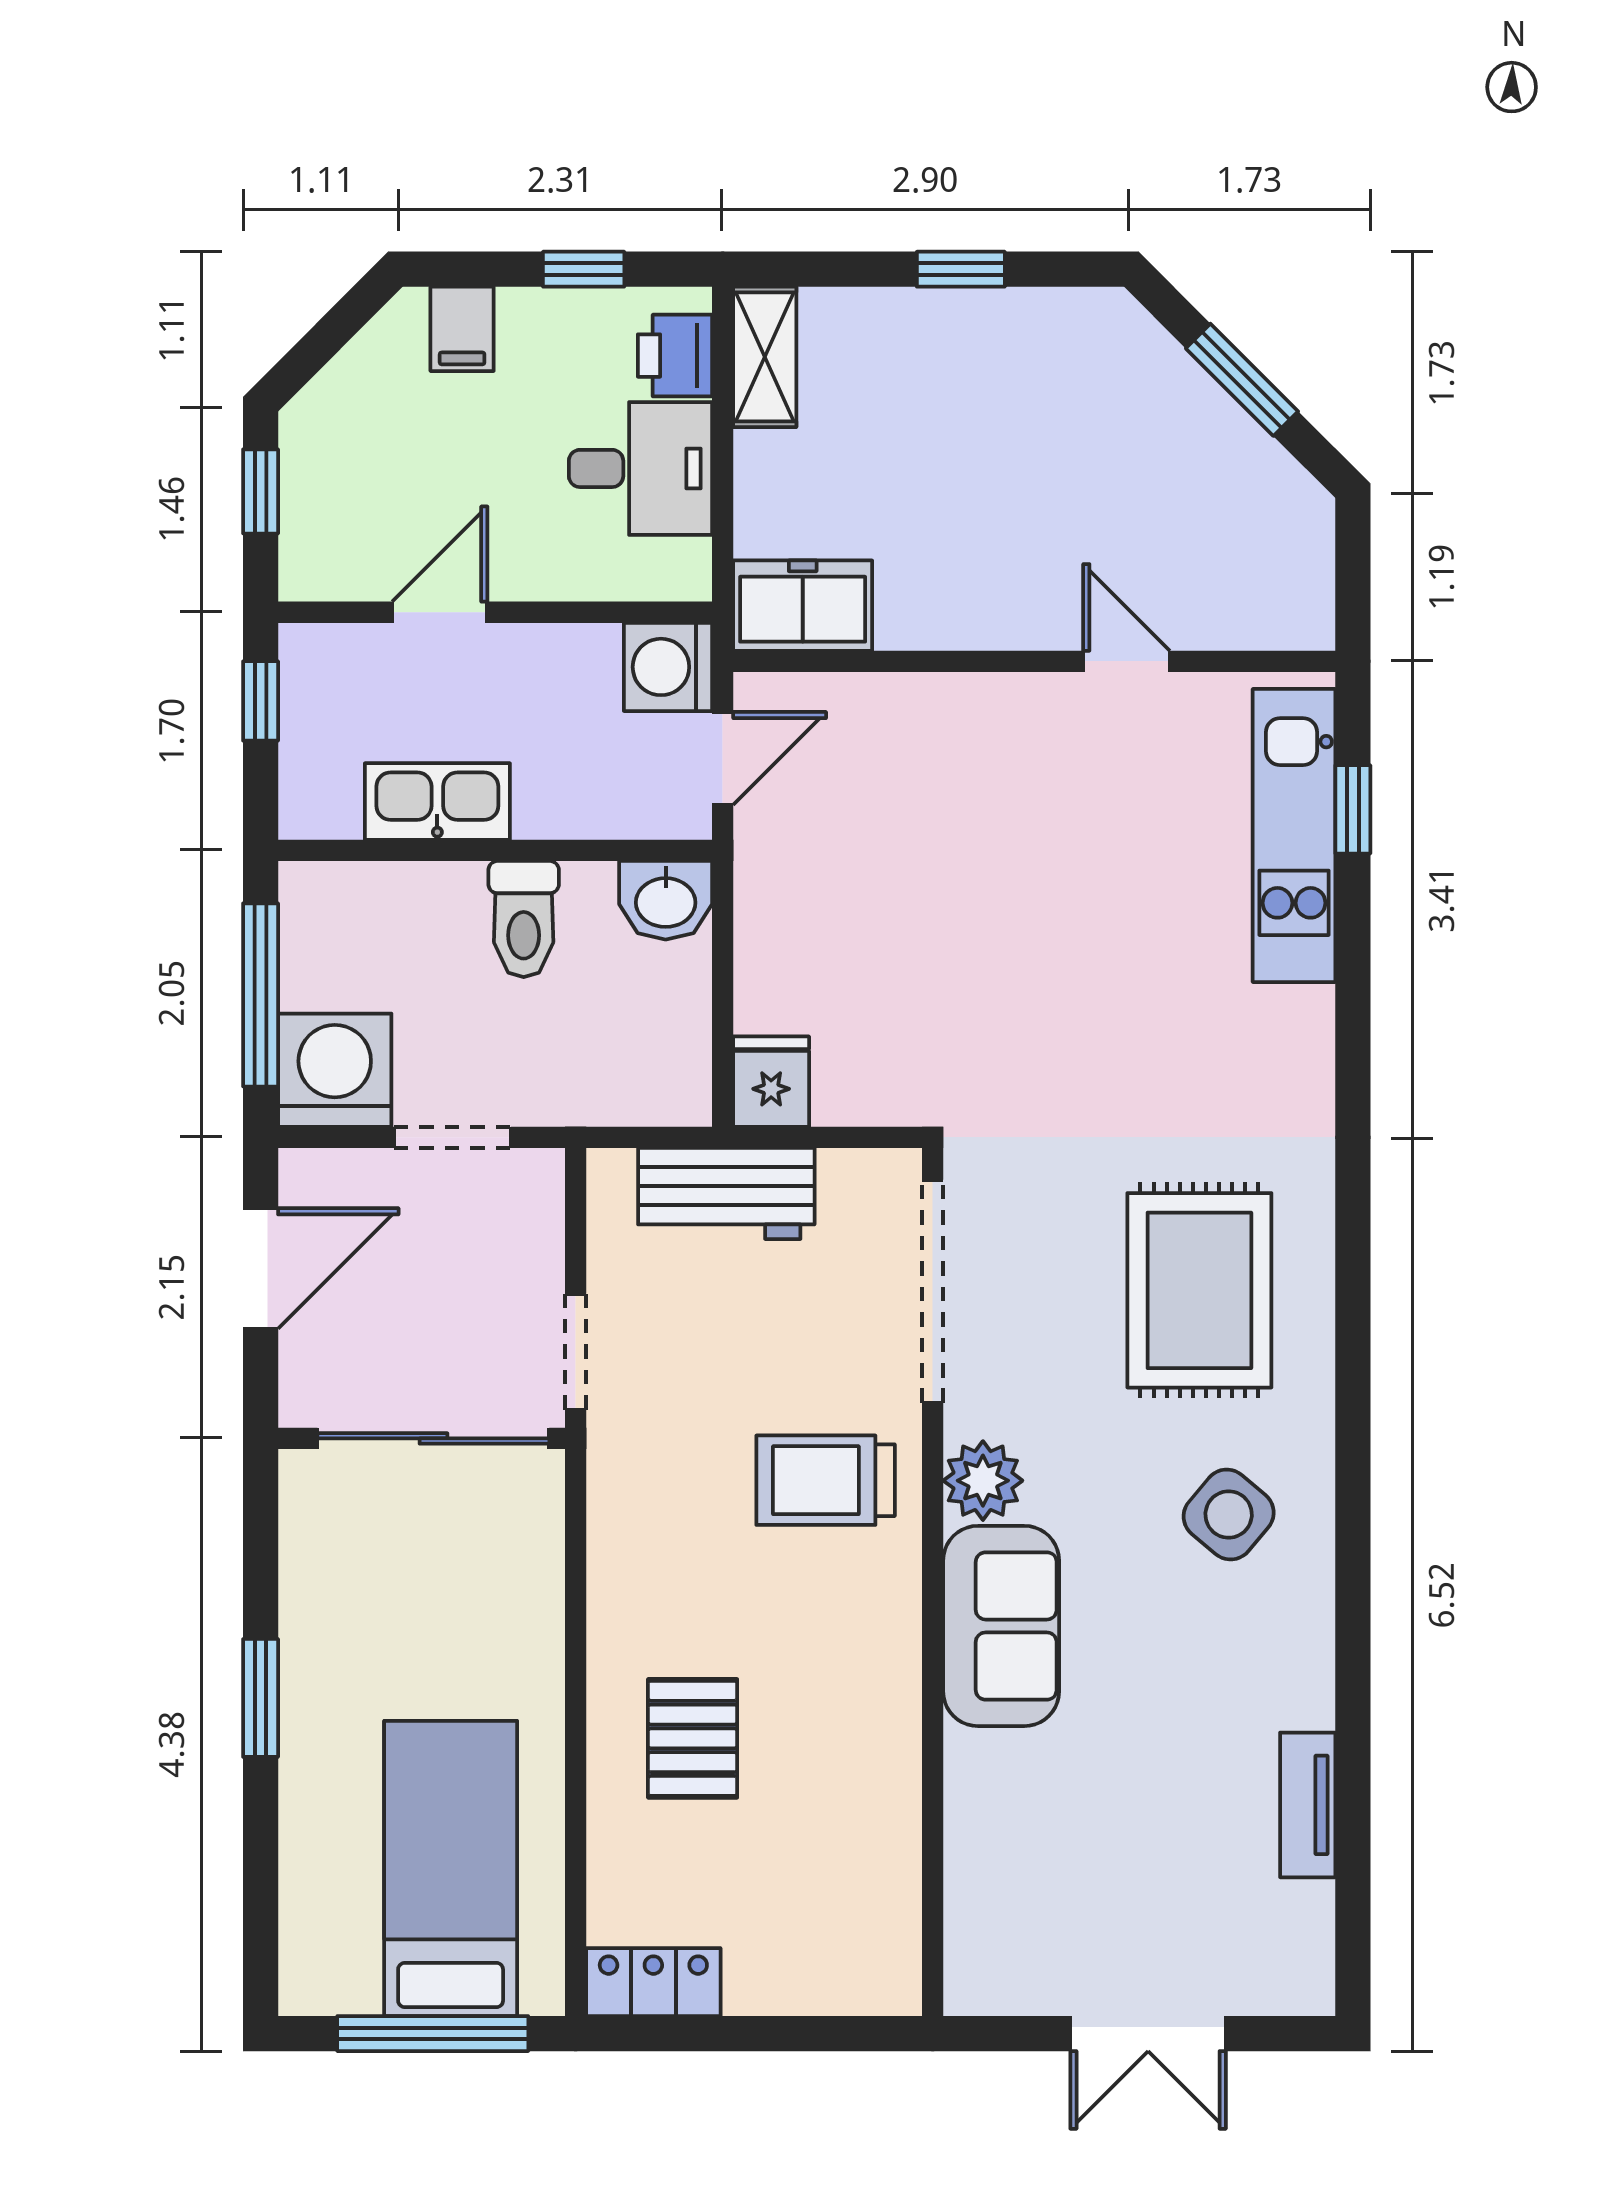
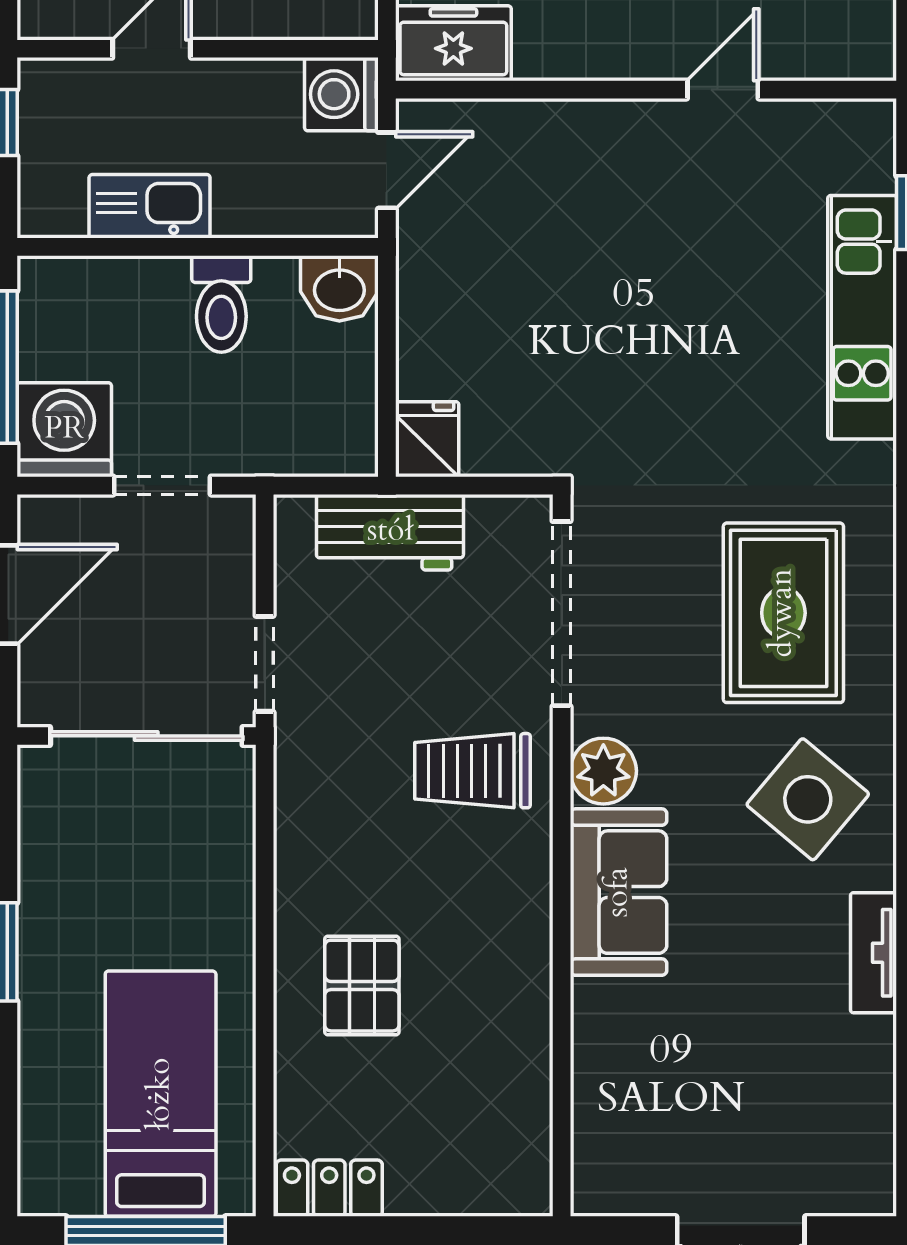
door: (1126, 661) -> (723, 90), hinge flipped
kitchen unit: (1294, 835) -> (862, 317), moved
side table: (1229, 1515) -> (808, 799), width x1.37, depth x1.37
tv unit: (1308, 1805) -> (873, 953), moved

